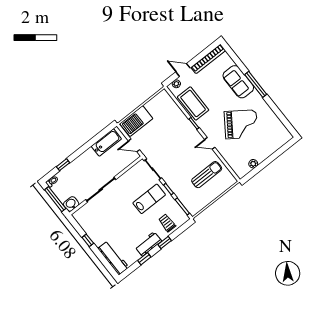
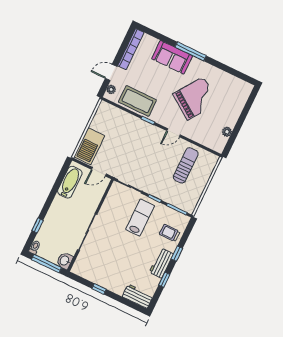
workbench: (113, 258) -> (138, 296), width x0.73

